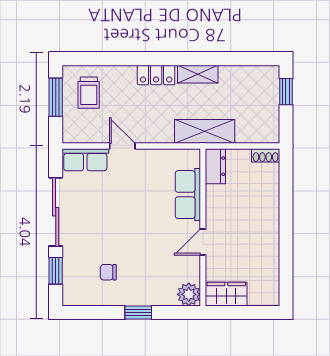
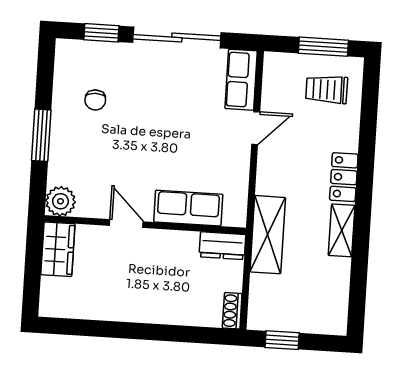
window: (286, 92) -> (282, 340), moved
chair: (108, 272) -> (95, 100), turned 180
window: (138, 313) -> (41, 135), width x1.50

